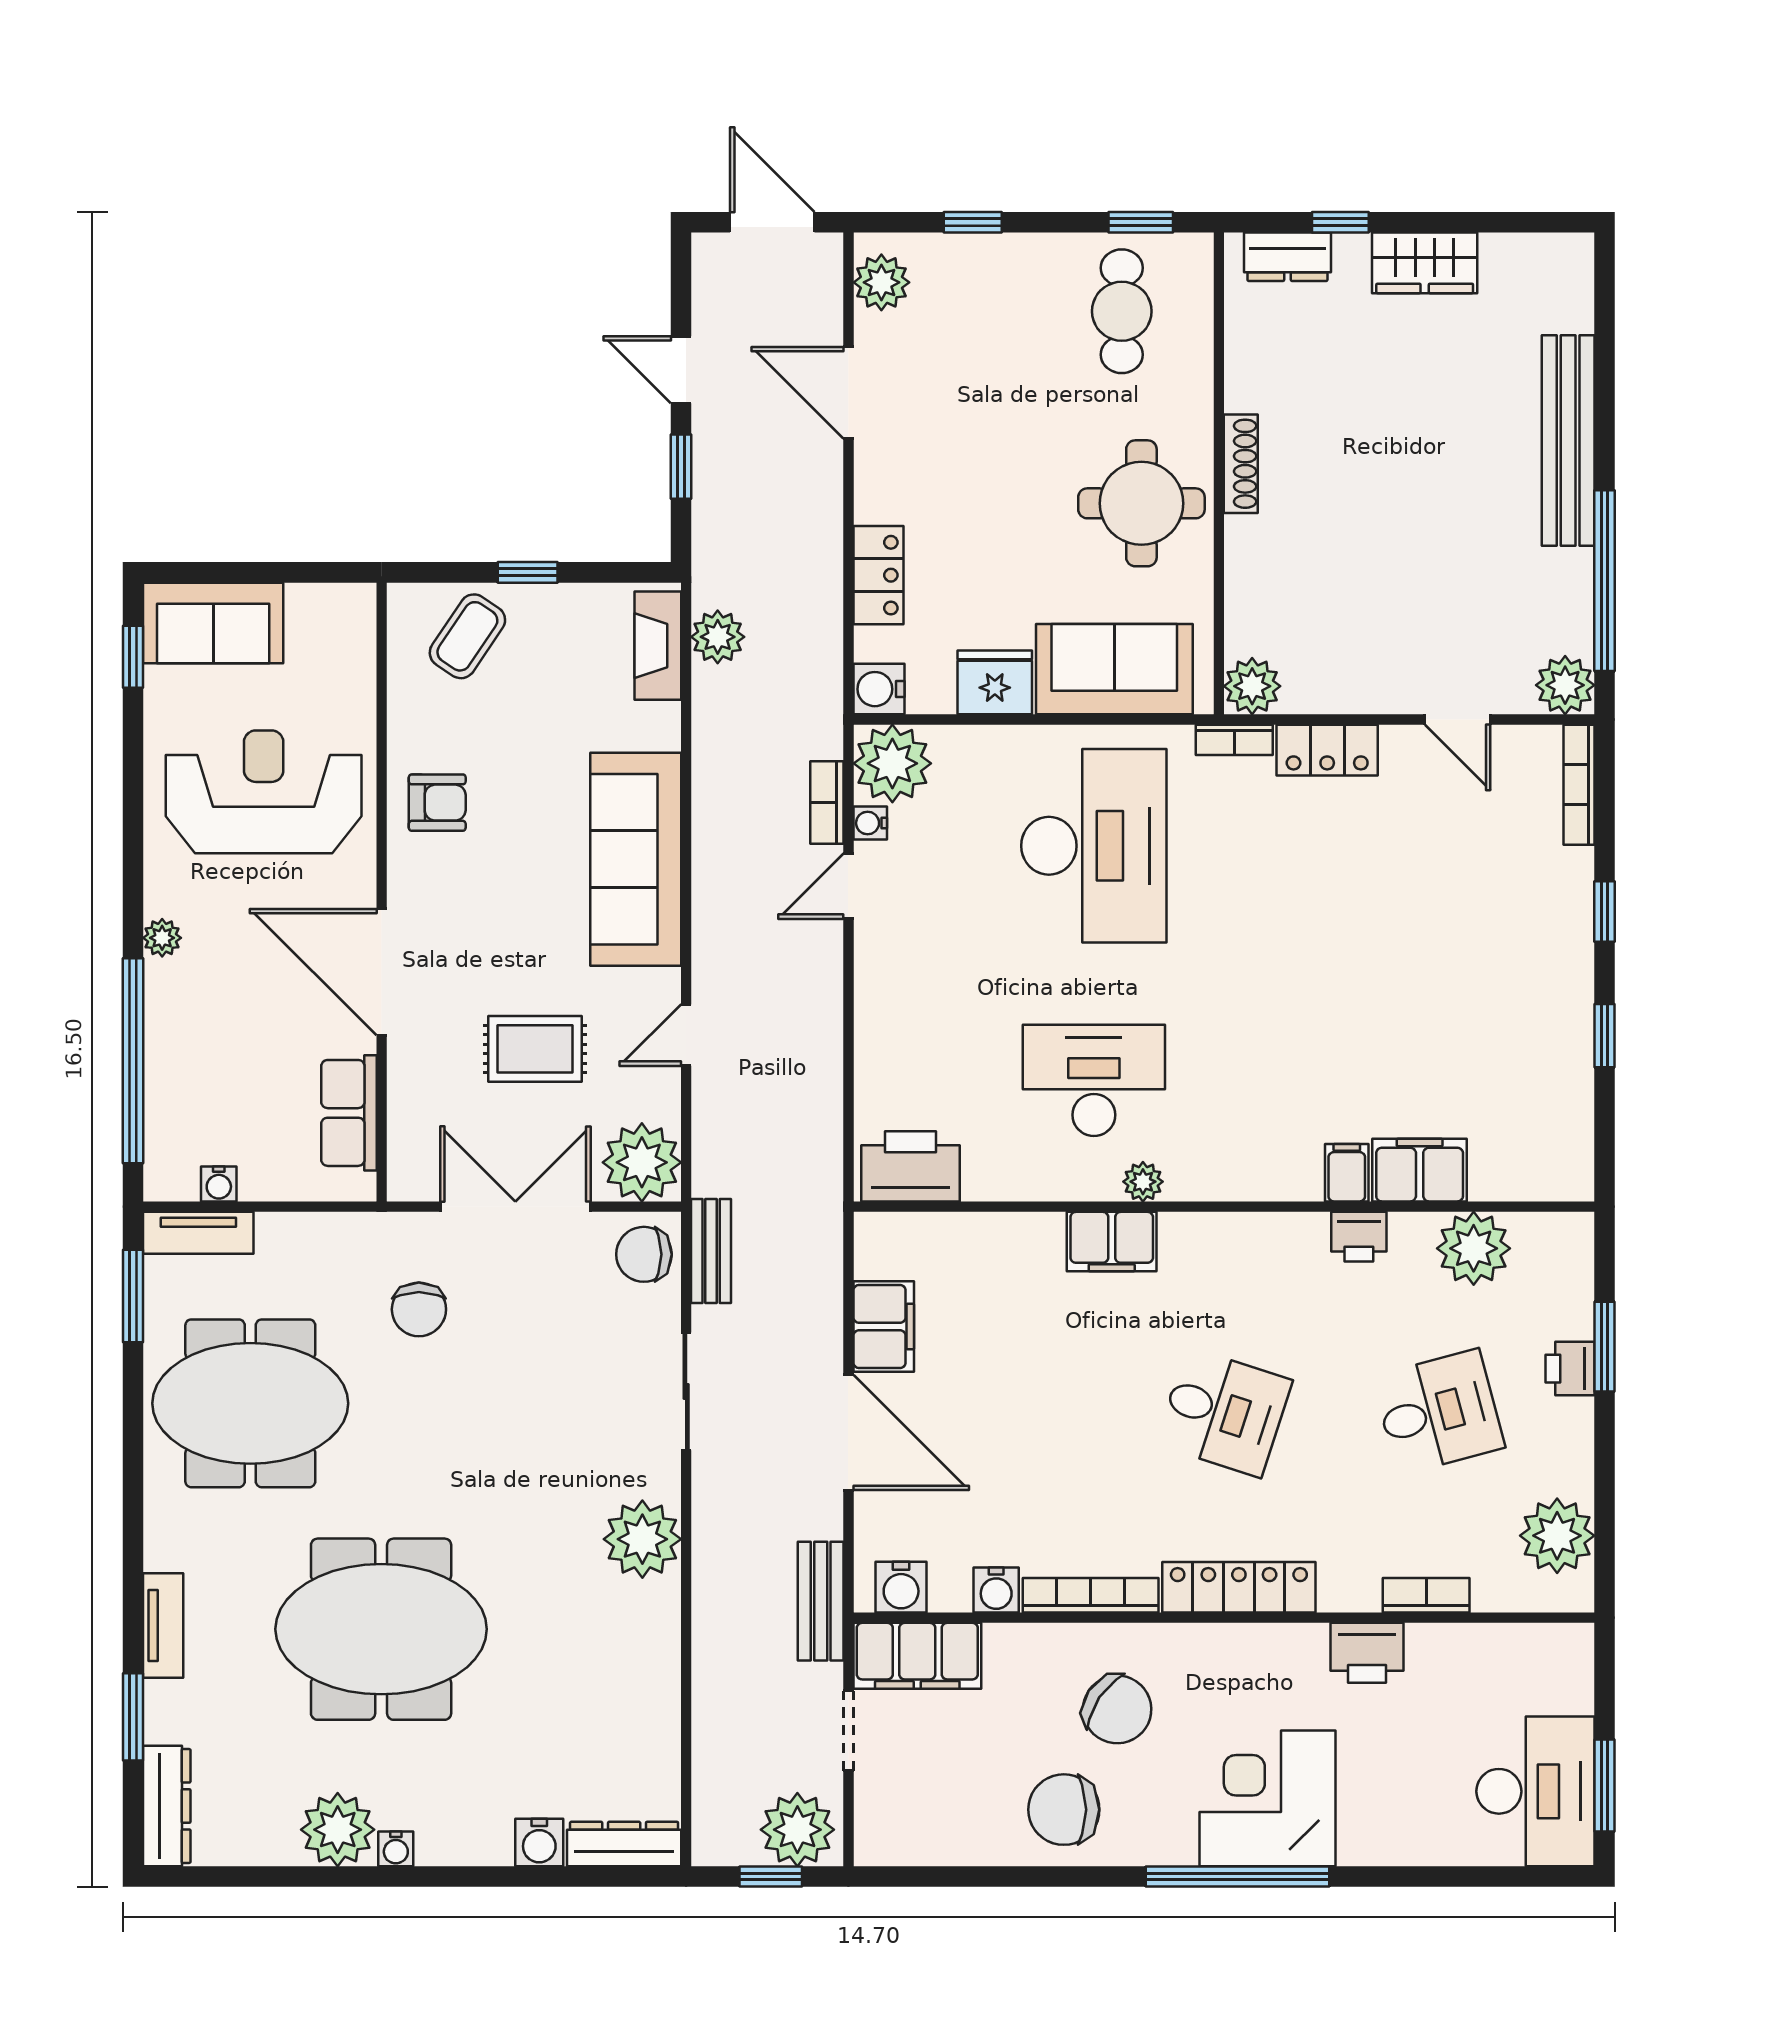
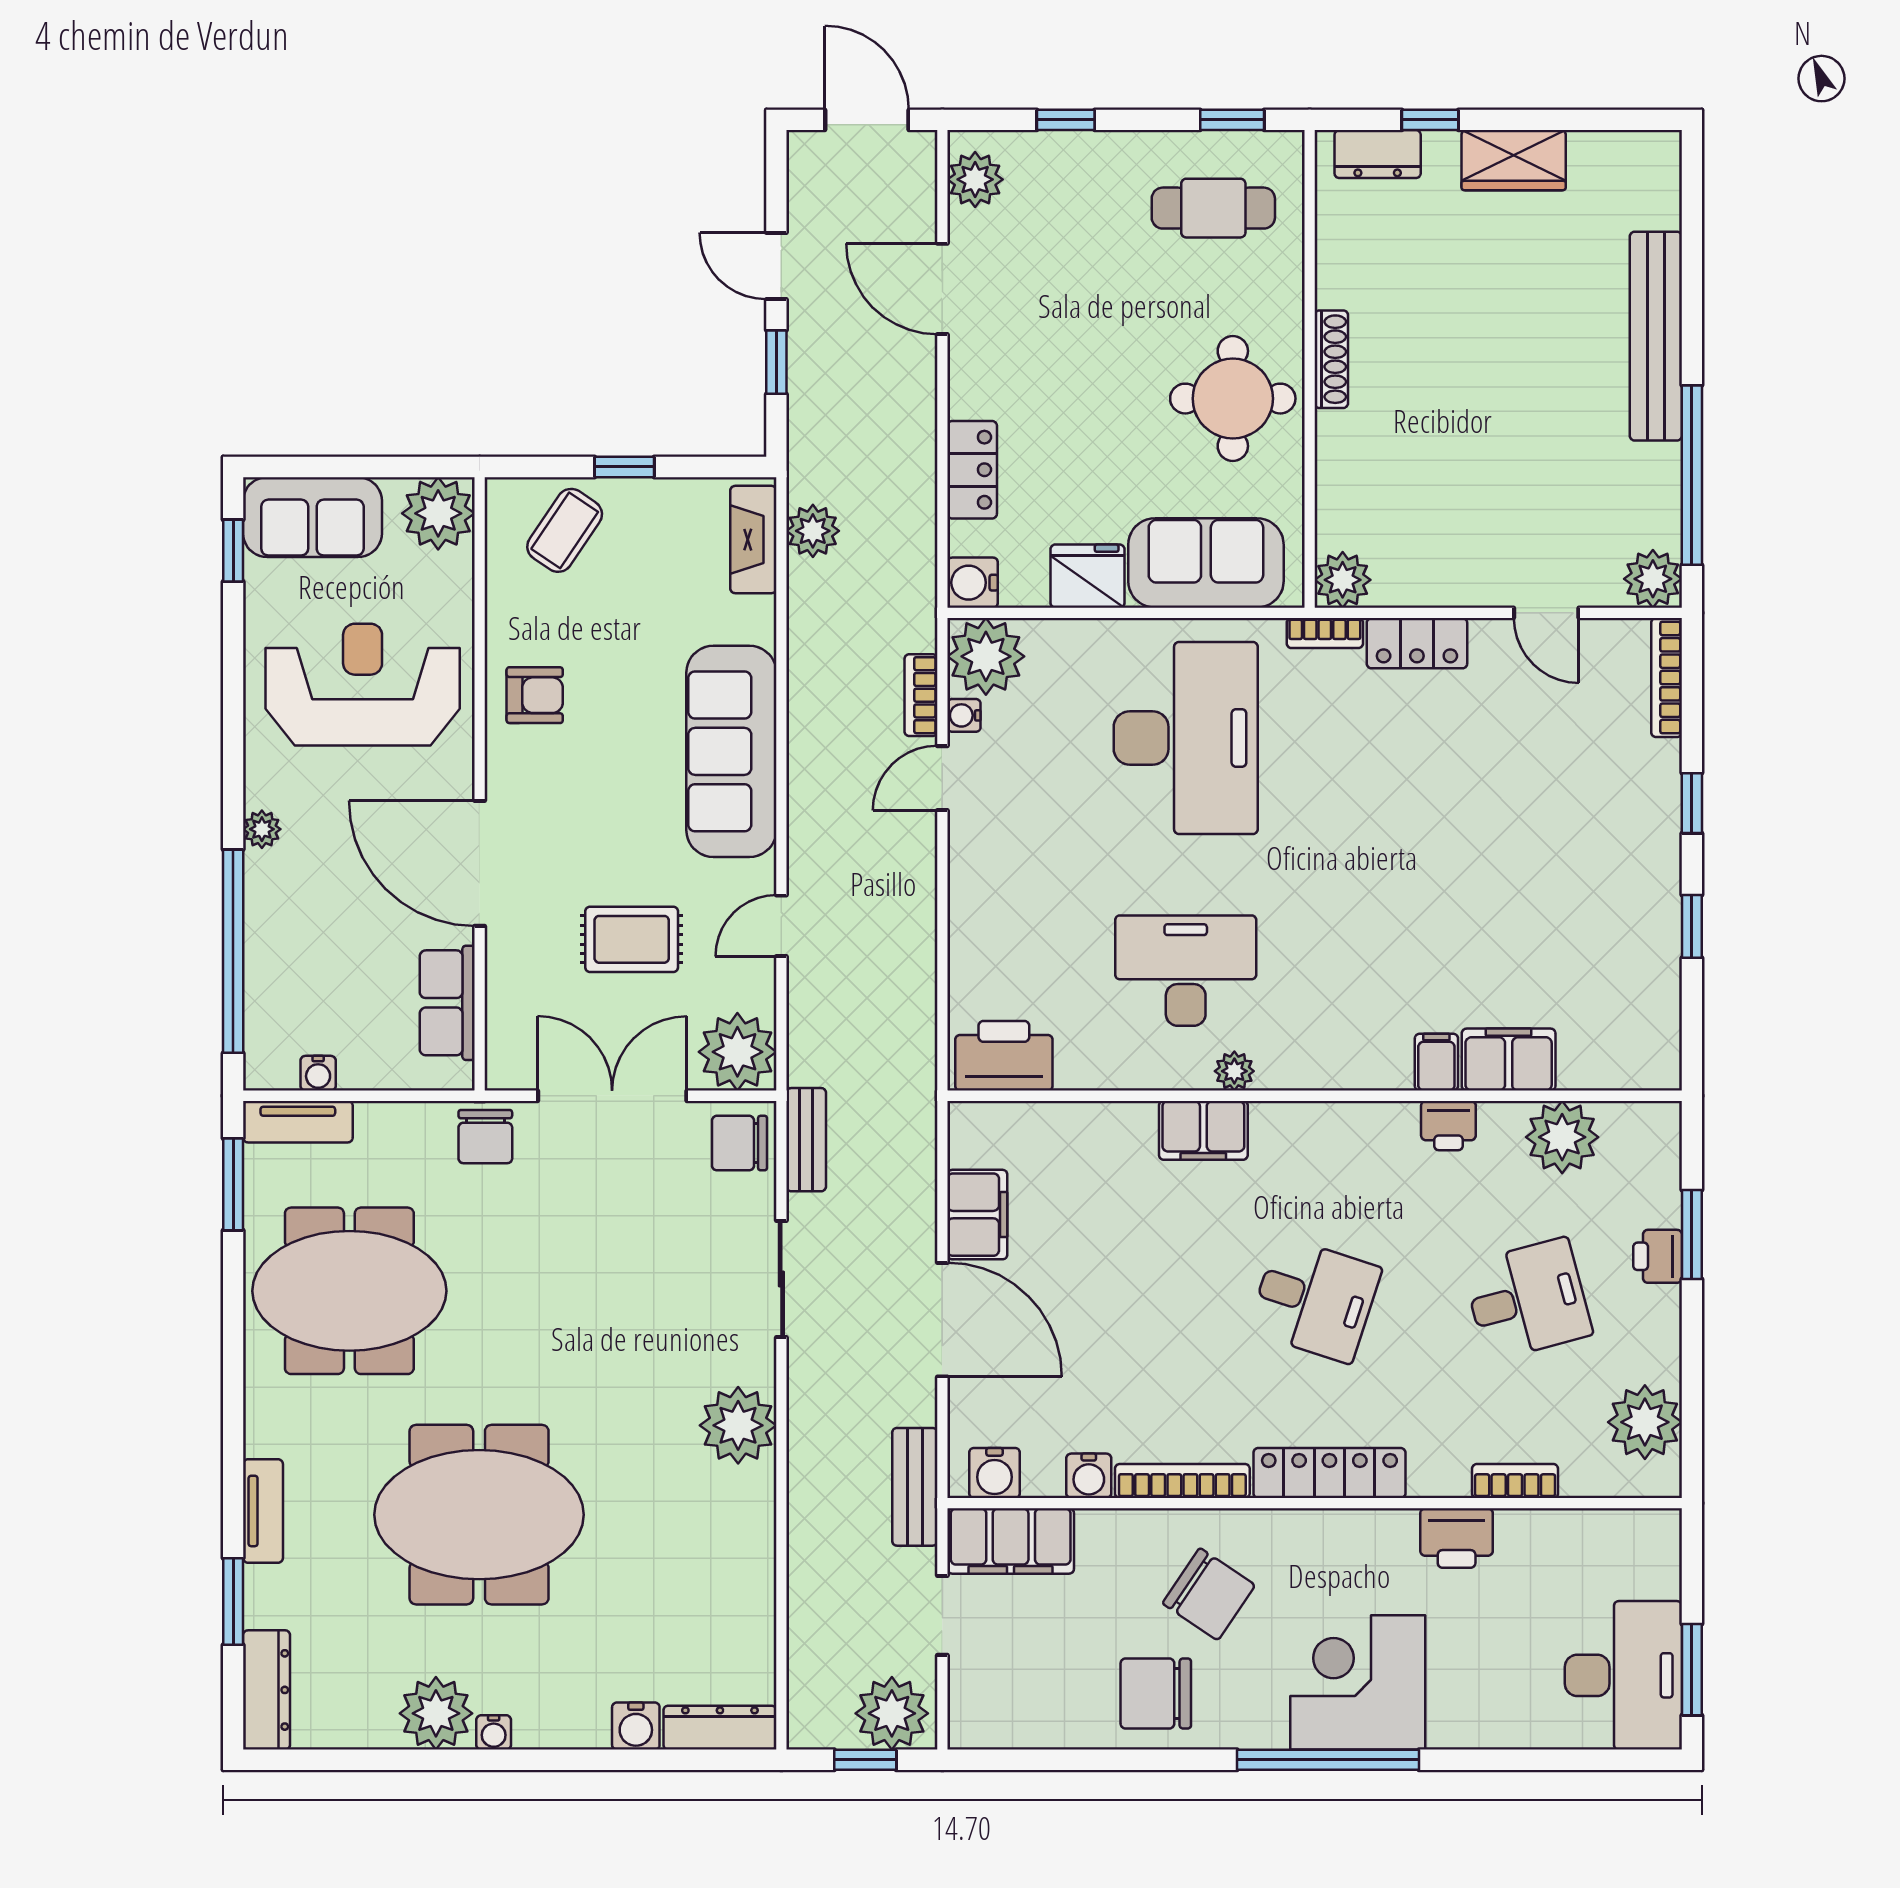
cafe table: (1122, 311) -> (1213, 208), turned 90
plant: (340, 619) -> (438, 513), added
chair: (419, 1309) -> (485, 1137), moved

